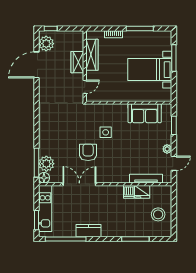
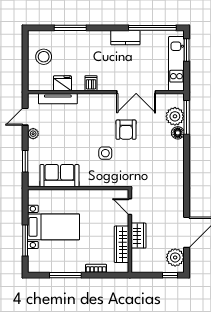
door: (85, 87) -> (130, 207), hinge flipped
floor lamp: (44, 178) -> (178, 133), moved
dishwasher: (129, 192) -> (91, 83), moved

